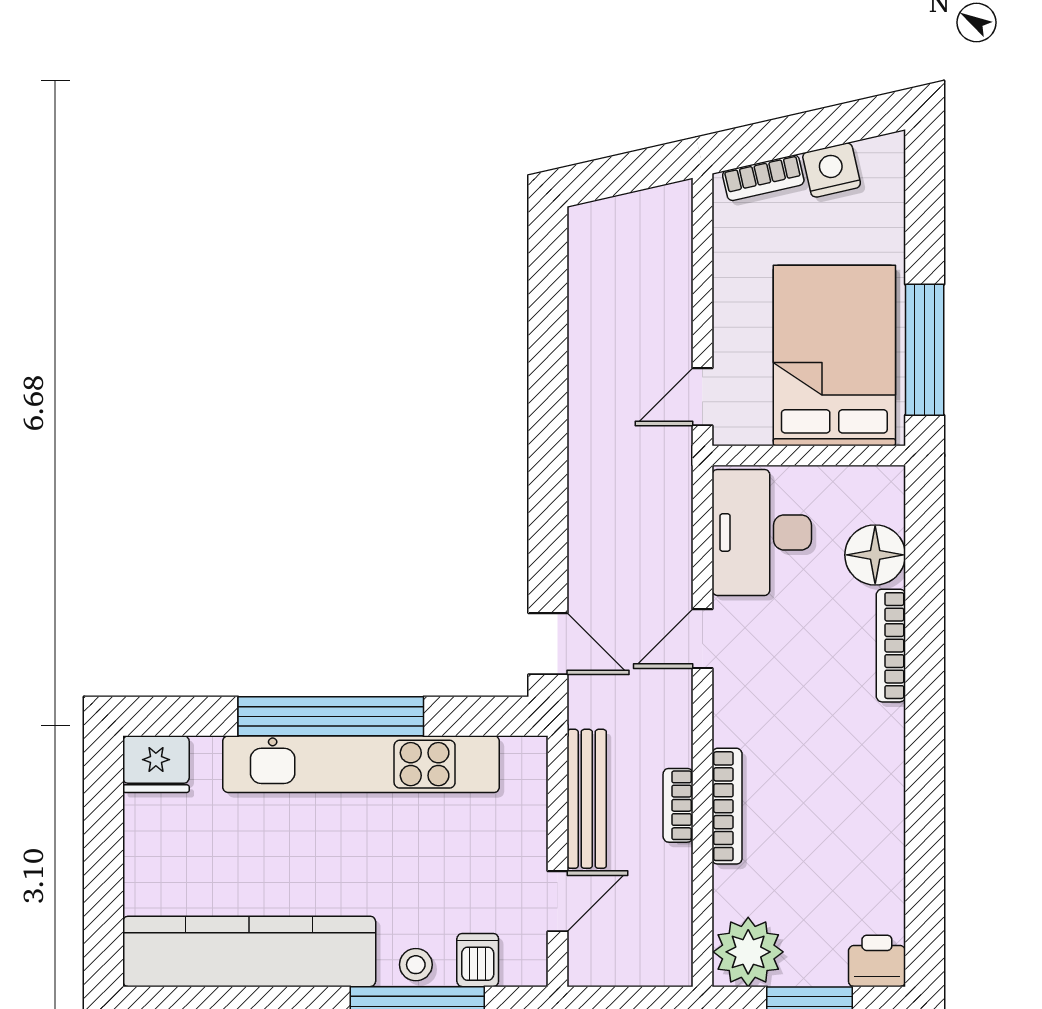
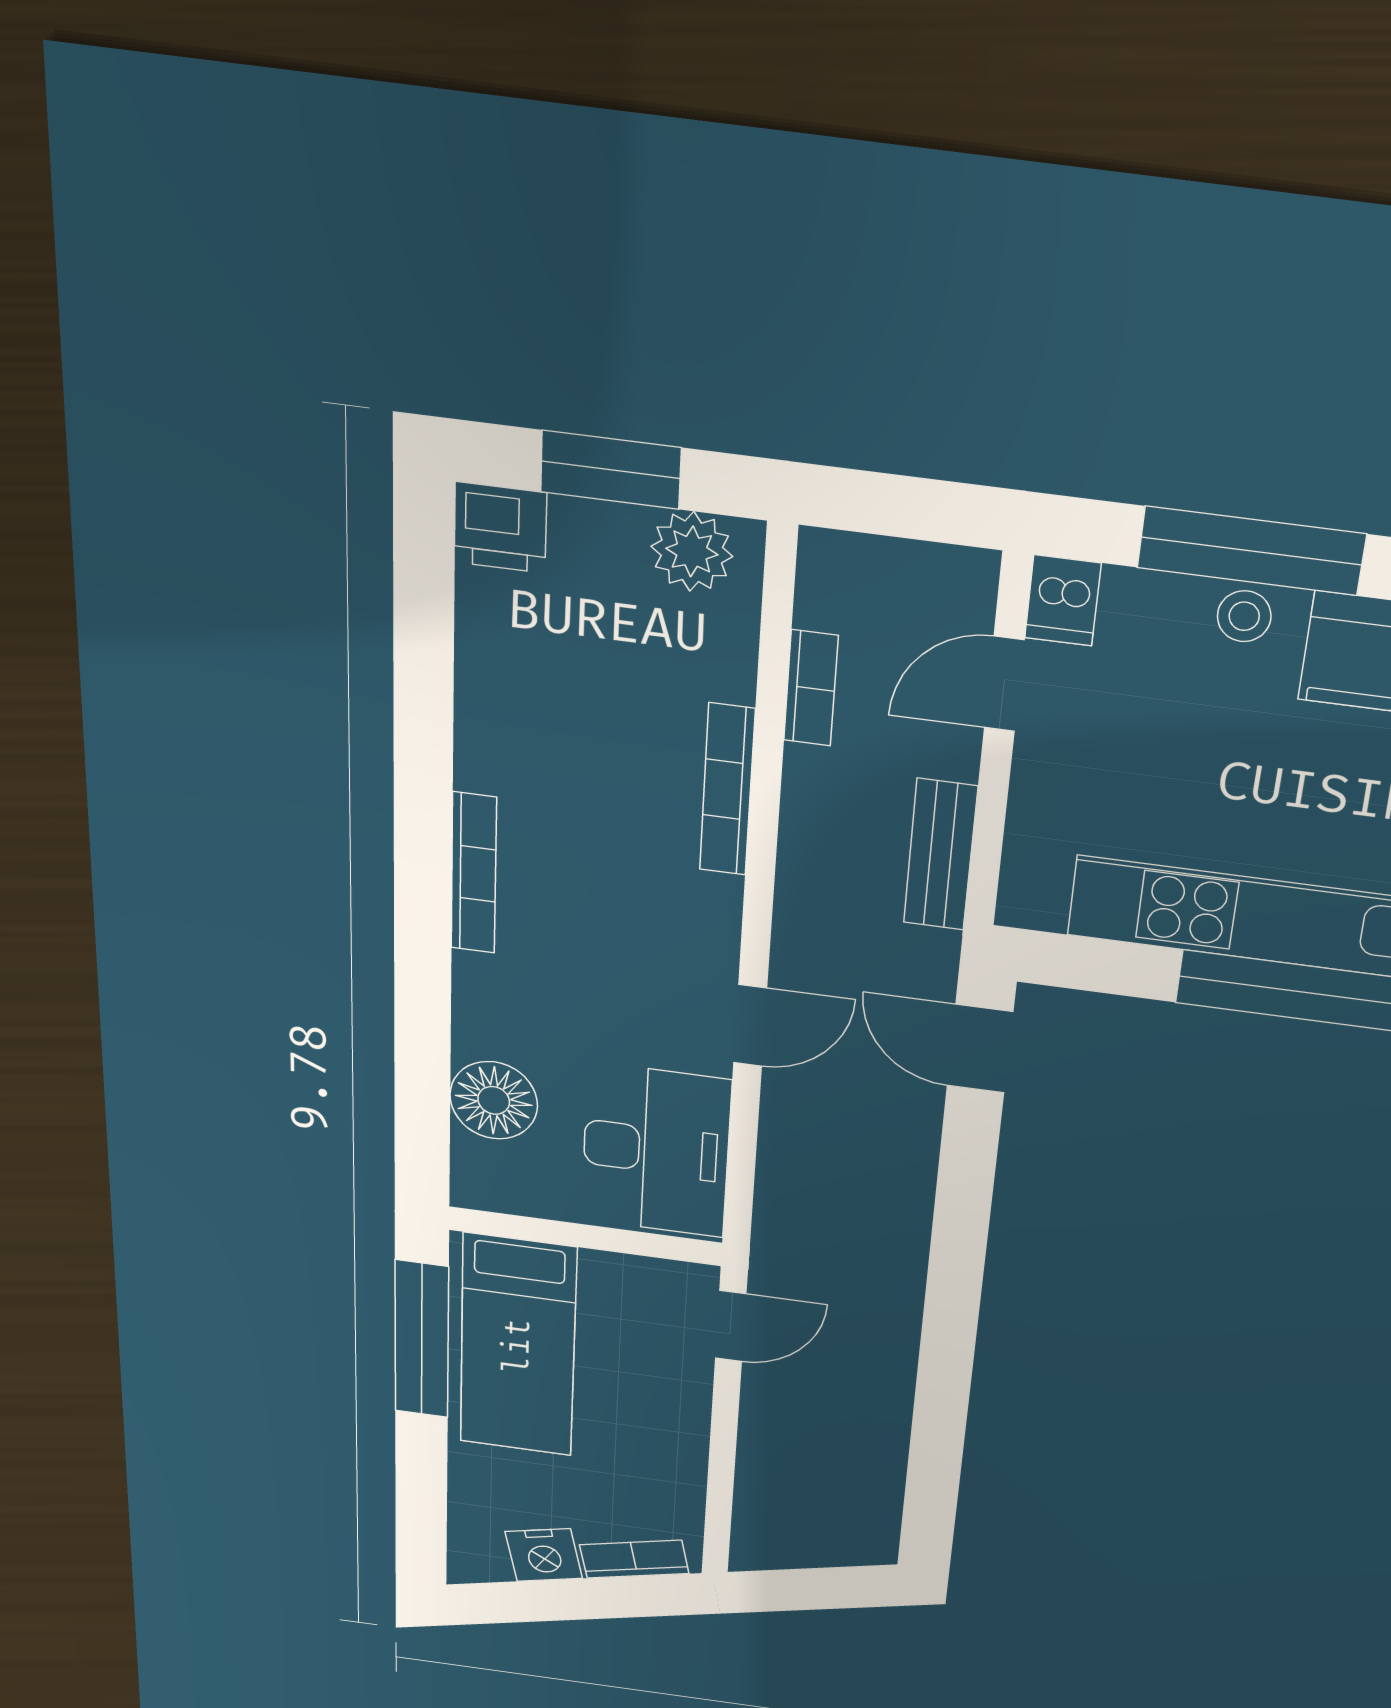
bed: (834, 355) -> (518, 1346), width x0.67
bookcase: (891, 646) -> (474, 873), moved
bench: (587, 799) -> (940, 855), width x0.73
bookcase: (678, 805) -> (811, 688), moved
plant: (748, 952) -> (692, 551), width x0.73, depth x0.73
dishwasher: (478, 960) -> (1063, 600), moved

